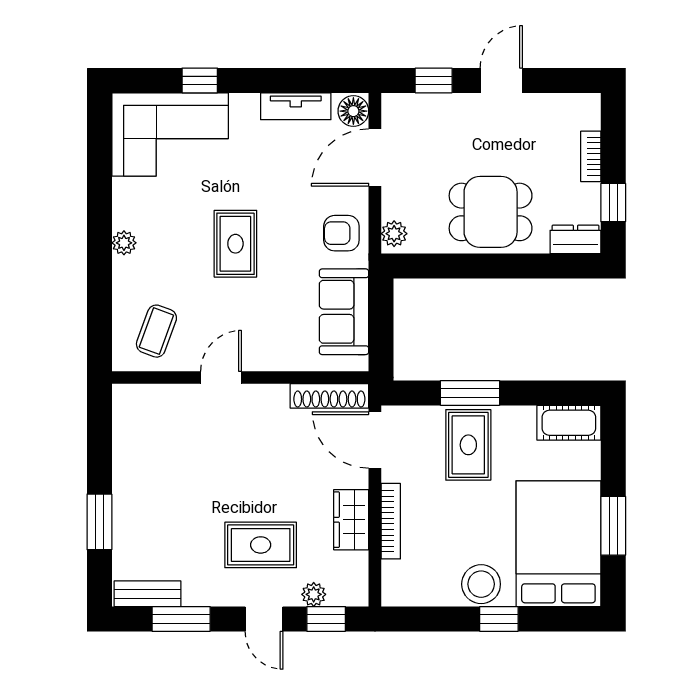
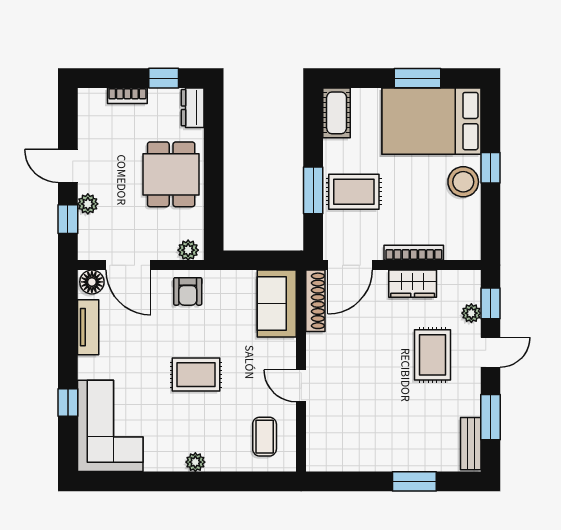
plant: (453, 106) -> (88, 204), added
sofa: (344, 312) -> (277, 304), moved, turned 90
coffee table: (156, 331) -> (265, 437), turned 70

